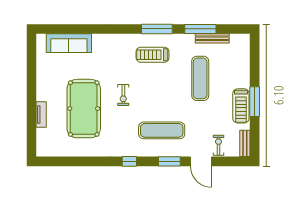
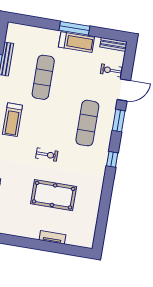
exercise mat: (200, 78) -> (43, 77), turned 90
pool table: (84, 109) -> (54, 195), width x0.73, depth x0.76

